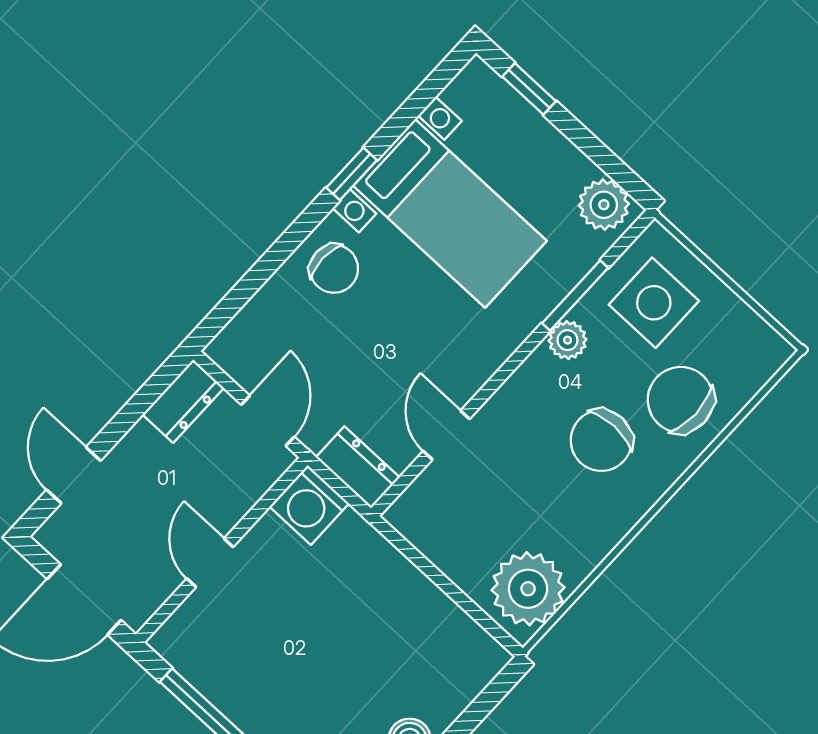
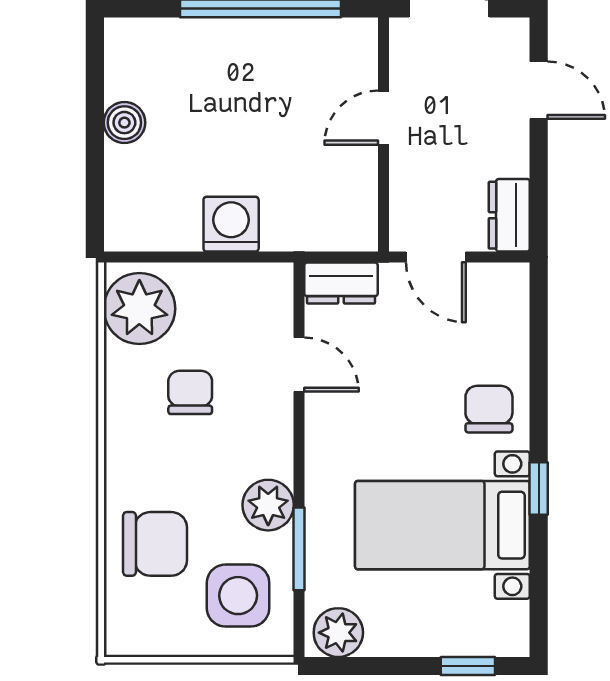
chair: (334, 269) -> (489, 409), turned 90
plant: (567, 340) -> (268, 505), width x1.38, depth x1.38
chair: (601, 440) -> (190, 392), moved, width x0.73, depth x0.73
washing machine: (309, 505) -> (231, 224), moved
door: (210, 563) -> (384, 118), swing flipped

